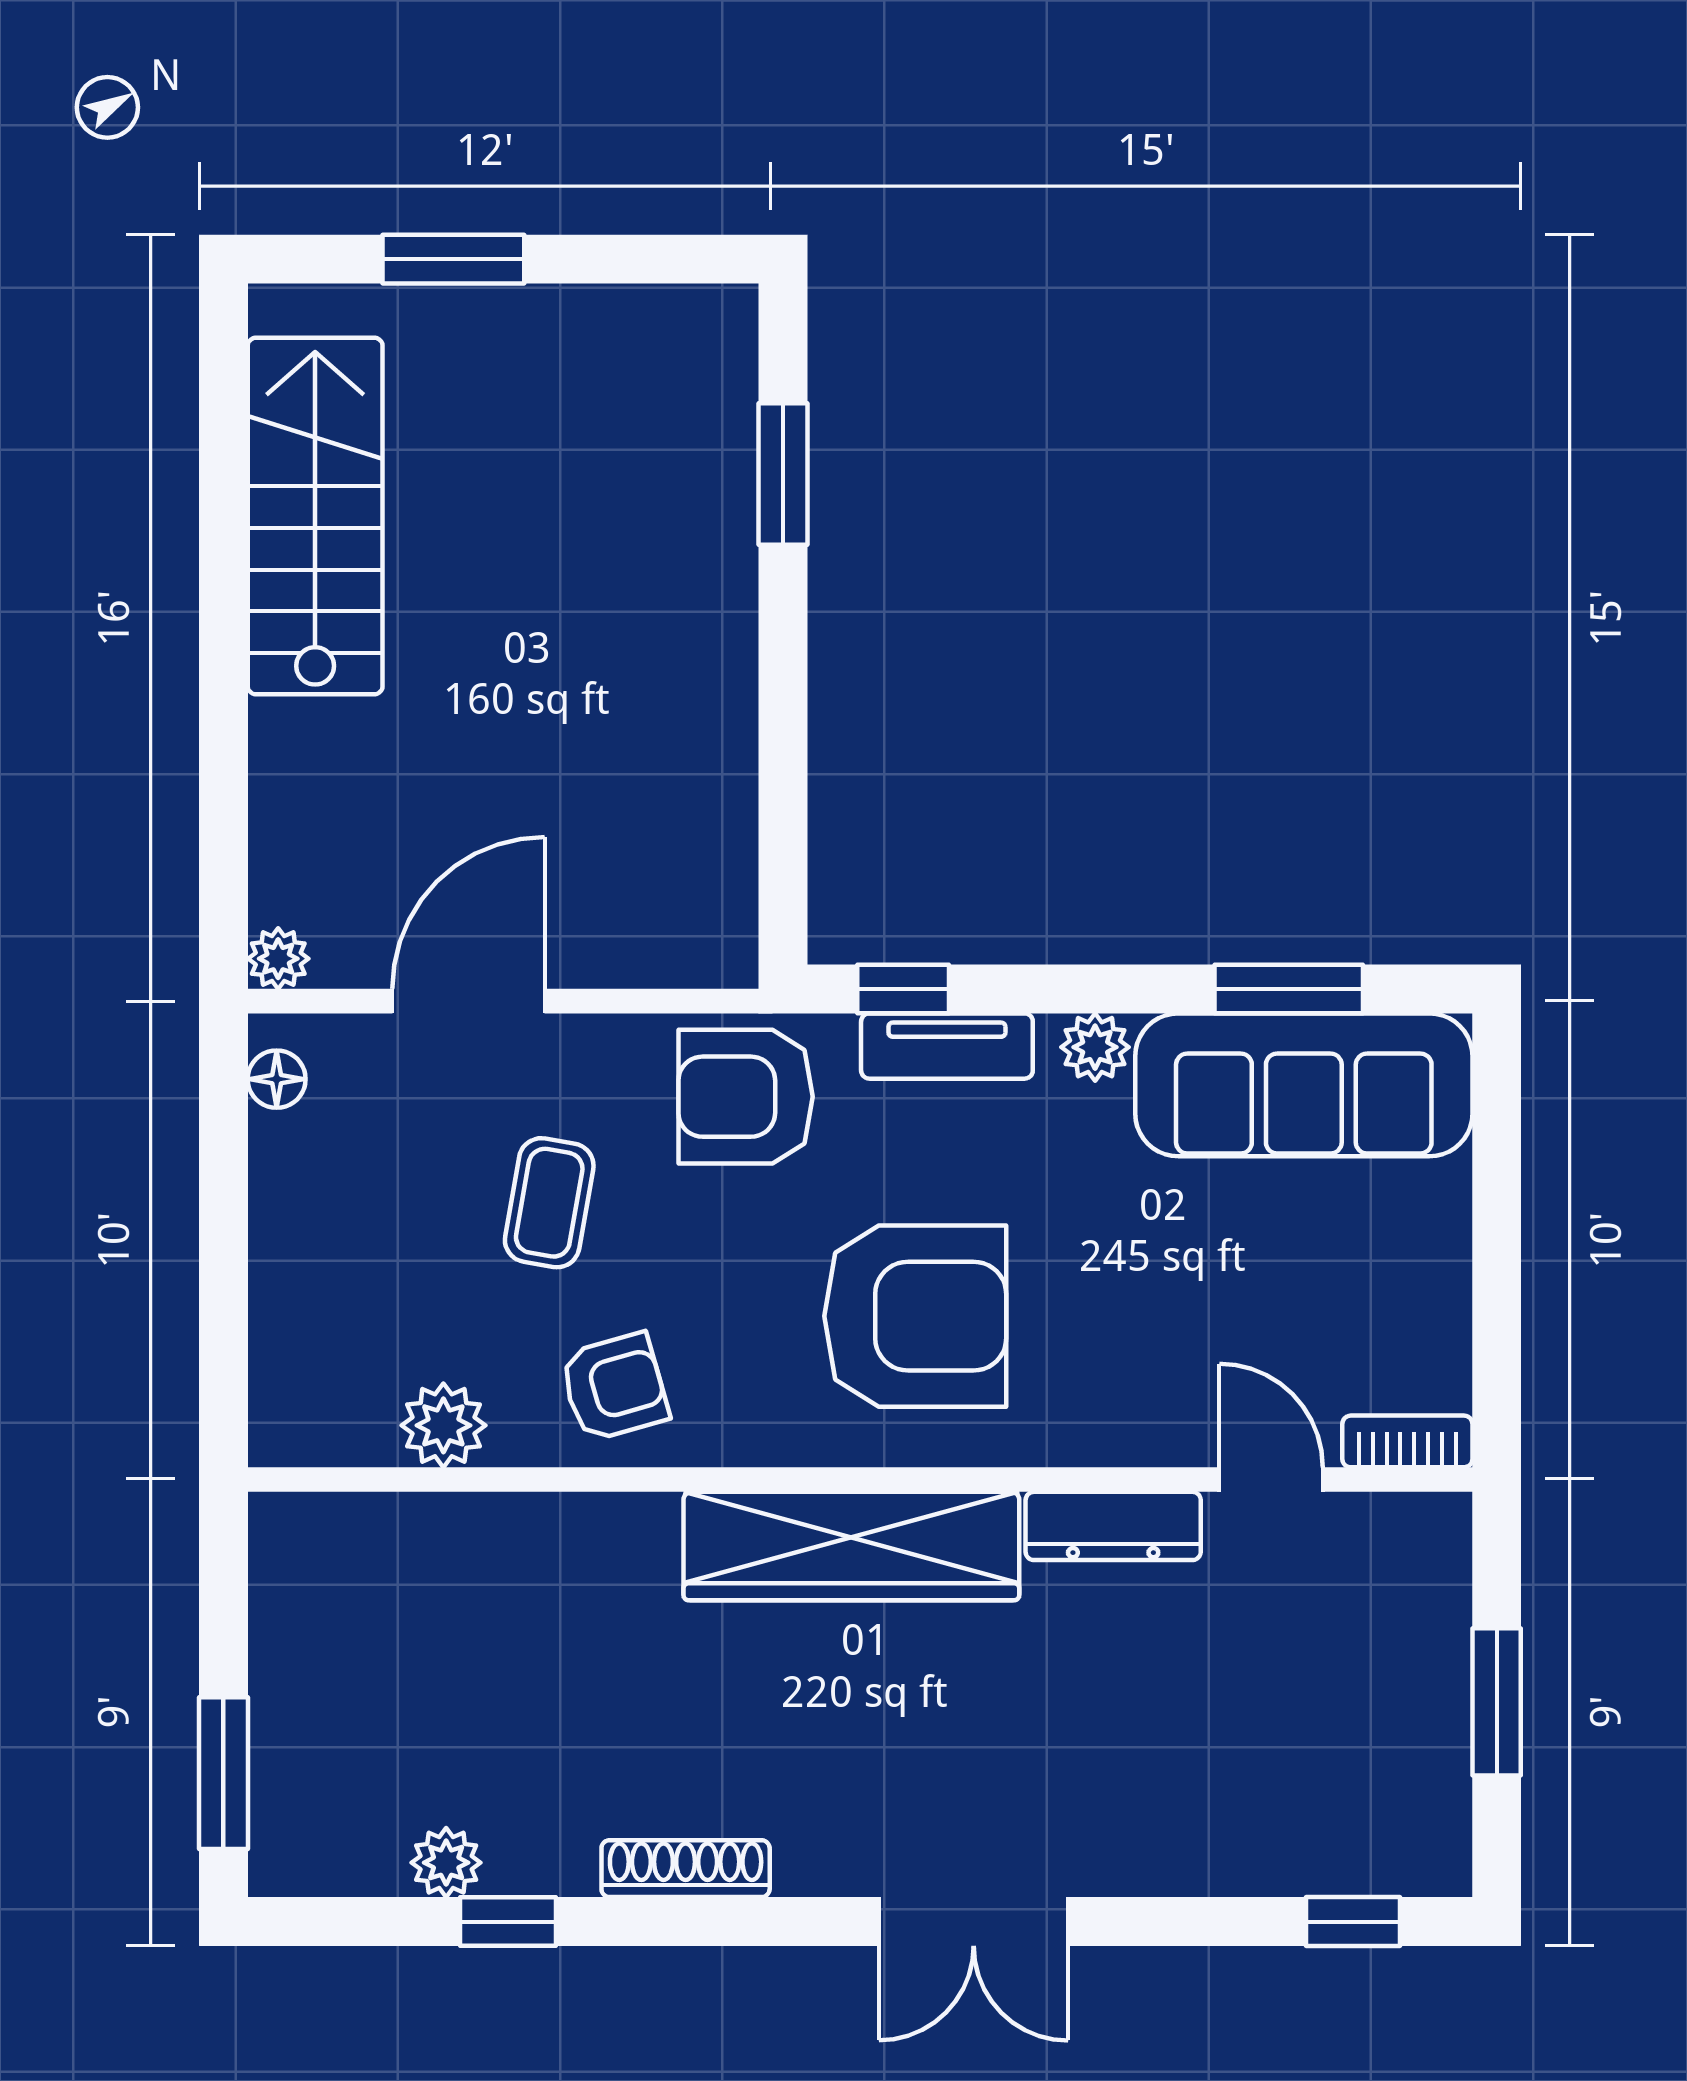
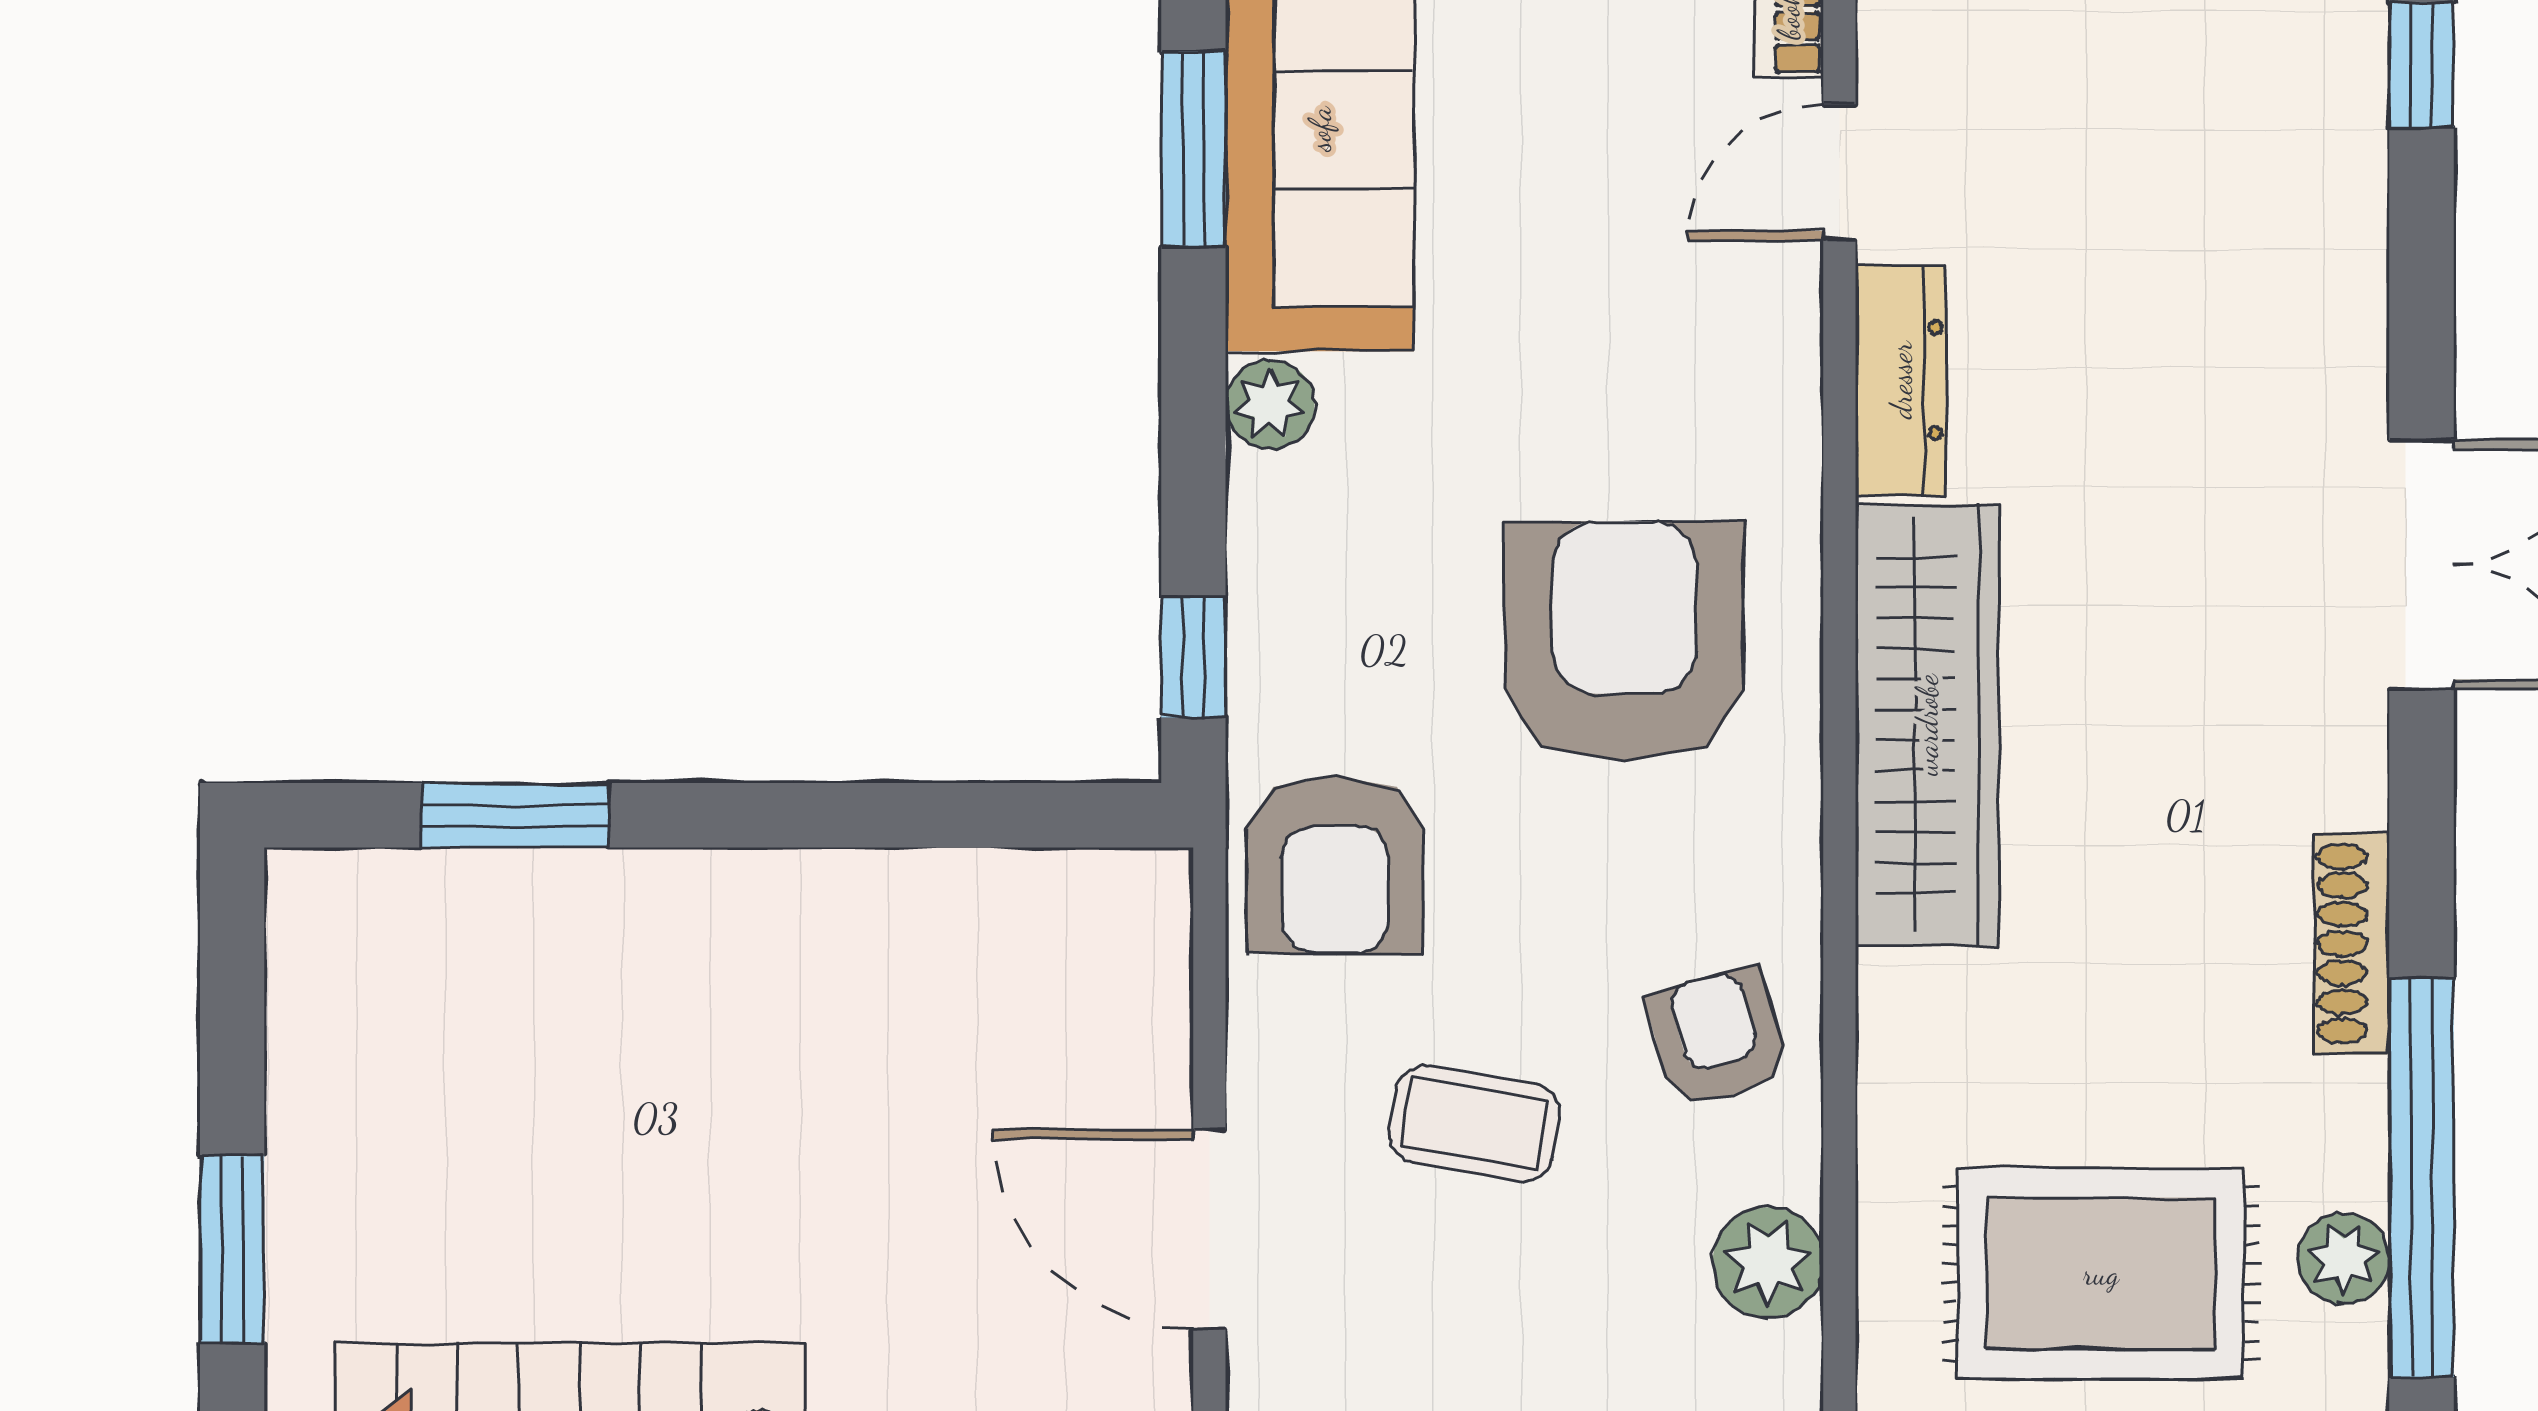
tv unit: (947, 1046) -> (1269, 599), removed
rug: (435, 1678) -> (2101, 1274), added
window: (508, 1922) -> (2421, 1177), width x3.17

